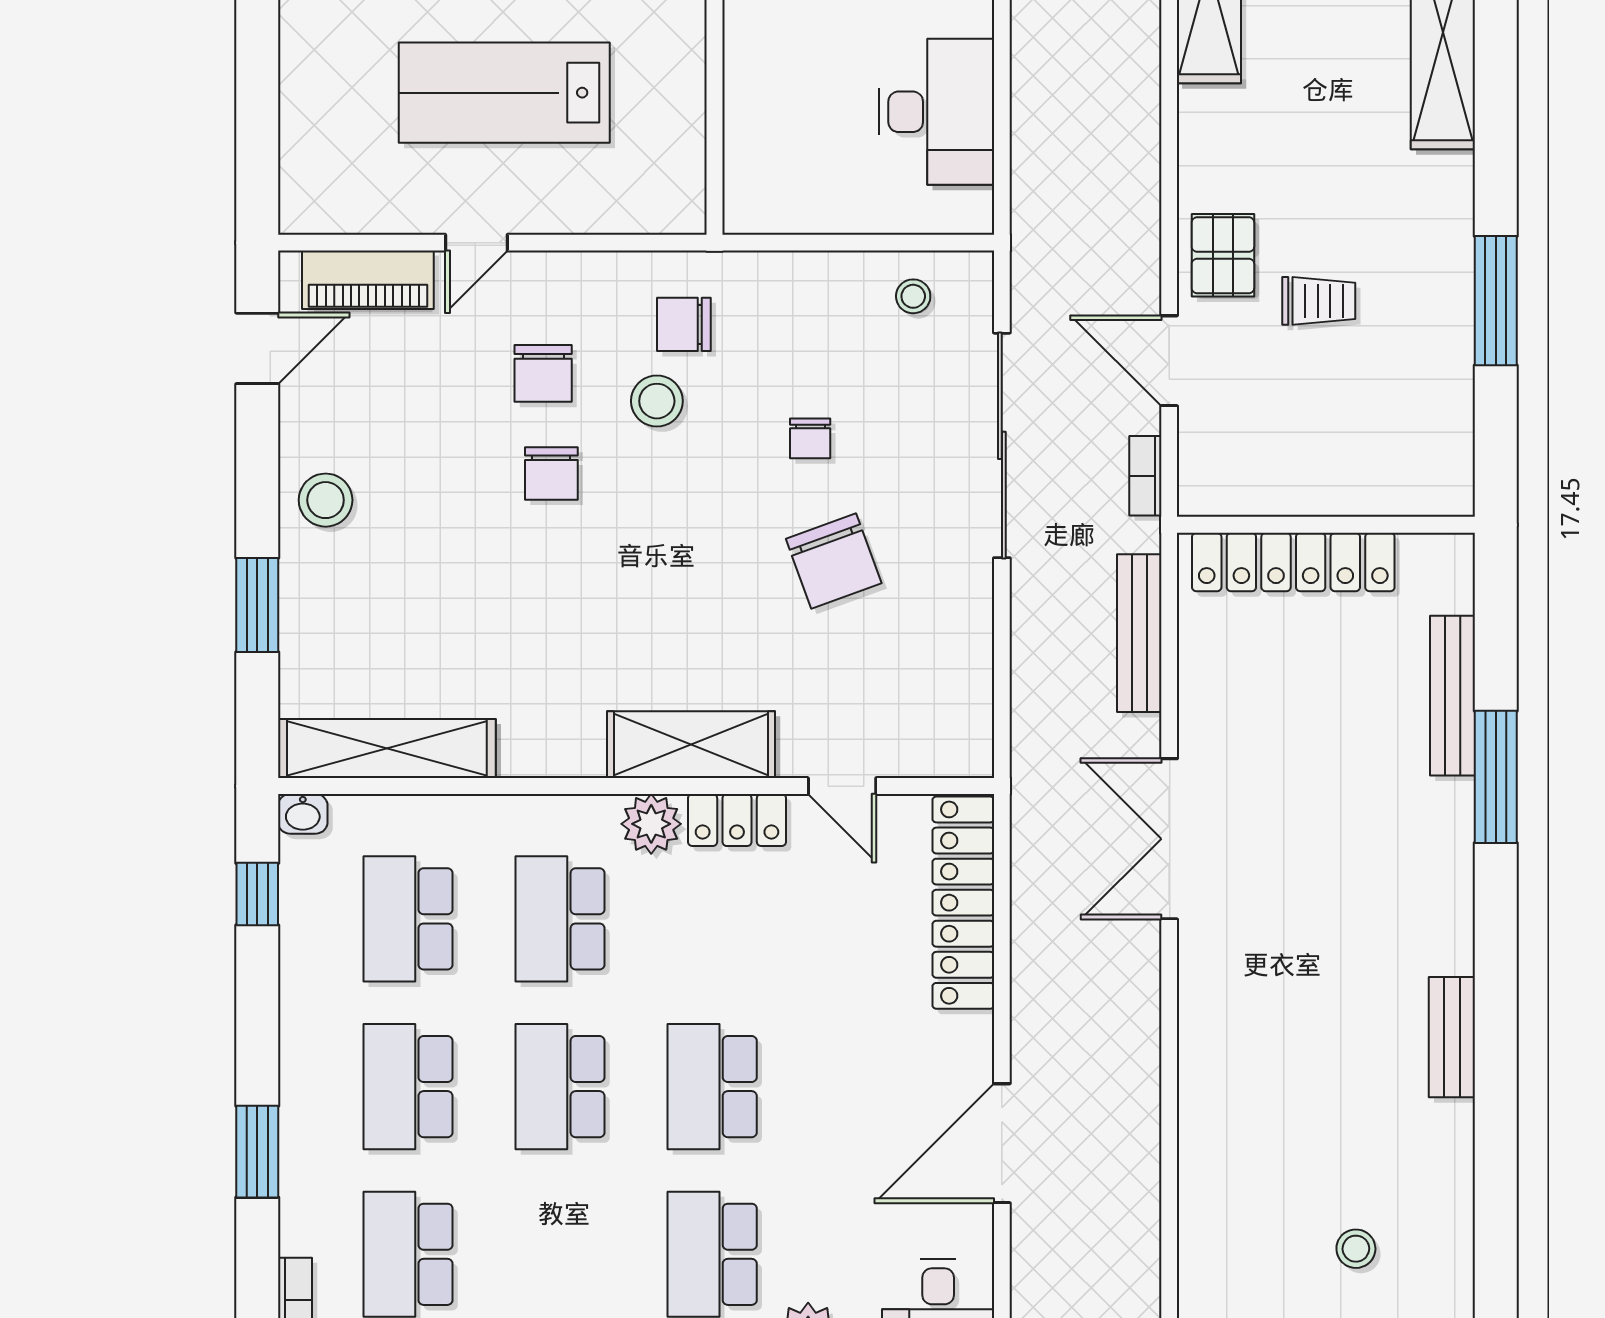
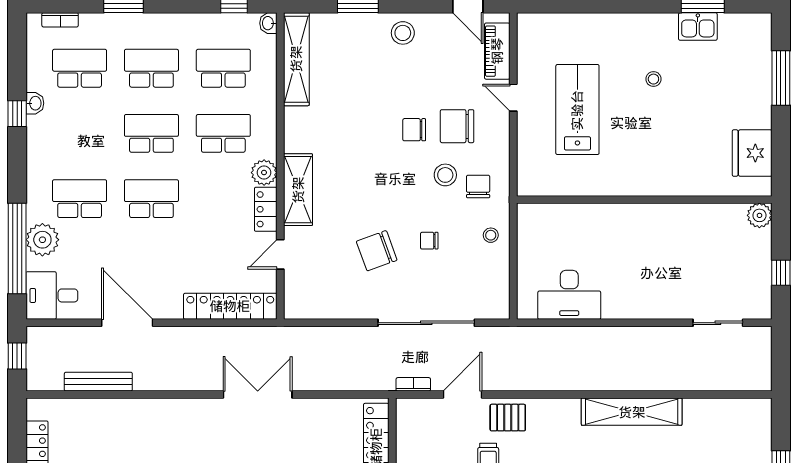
stool: (913, 296) -> (491, 235), moved
chair: (543, 373) -> (457, 126), width x1.37, depth x1.37
bench: (1139, 633) -> (98, 382), moved

